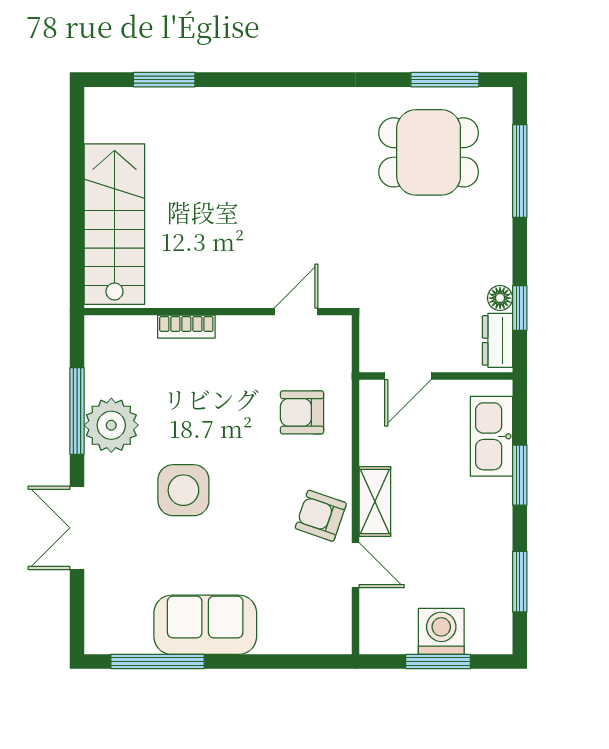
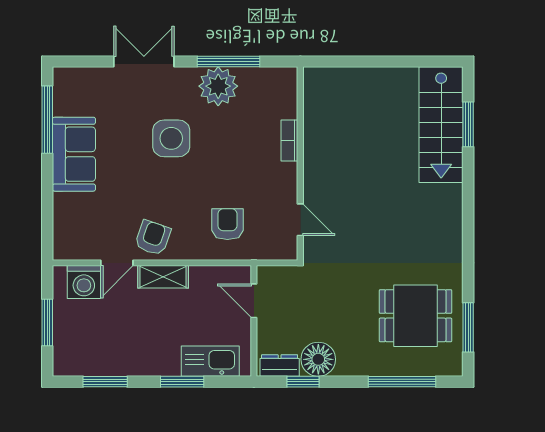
dining table: (429, 152) -> (416, 316), turned 90
stairs: (114, 224) -> (441, 125), moved, turned 90
floor lamp: (500, 298) -> (318, 359), width x1.89, depth x1.89
washing machine: (441, 631) -> (84, 282), moved, turned 90

